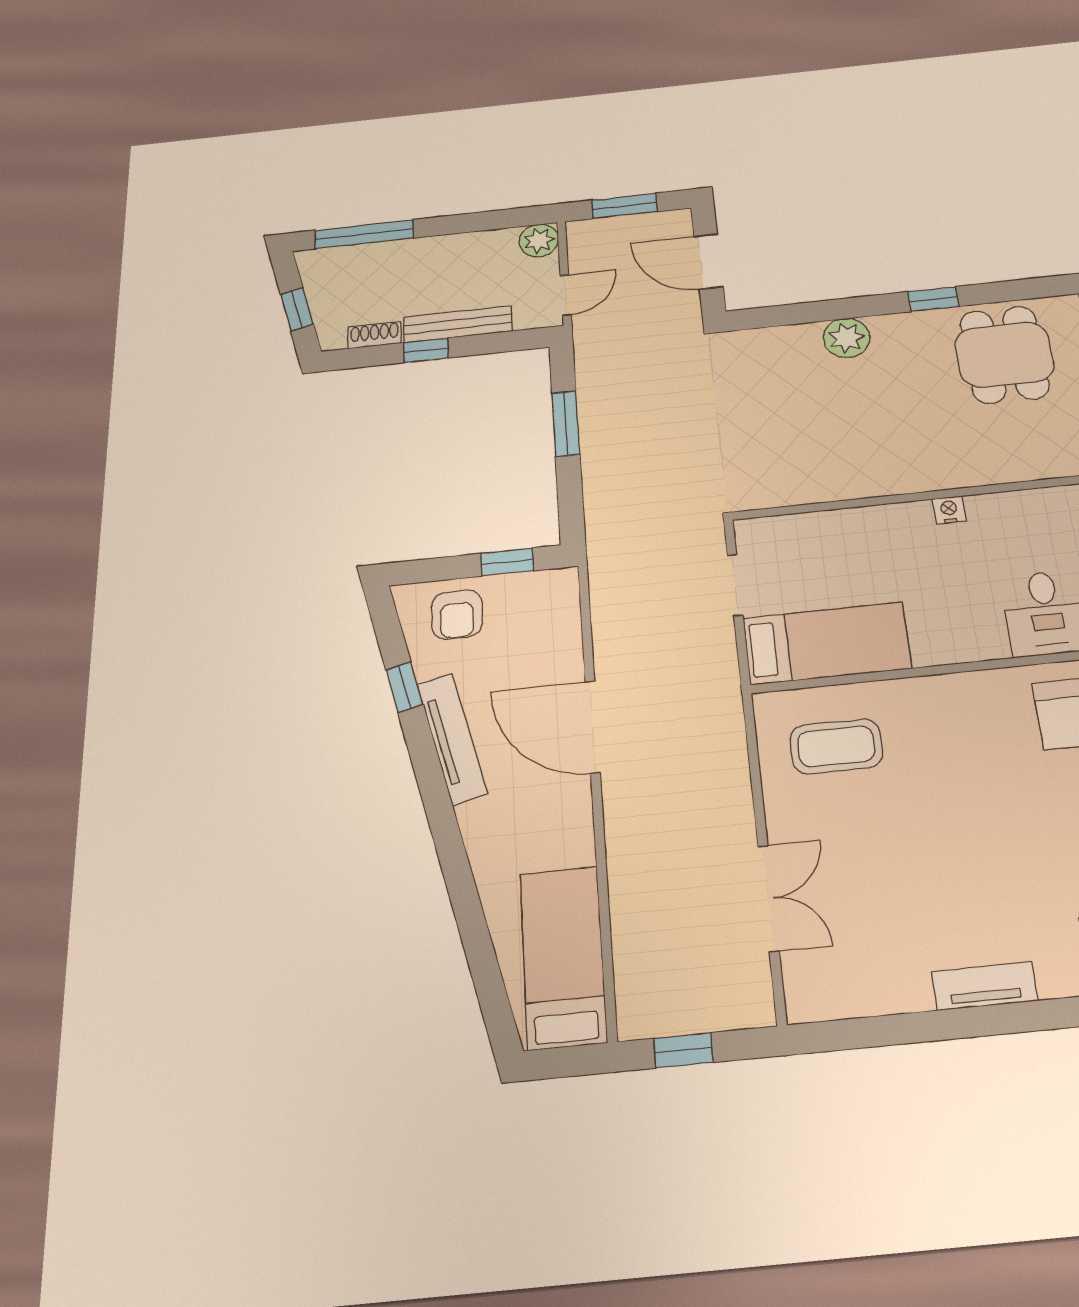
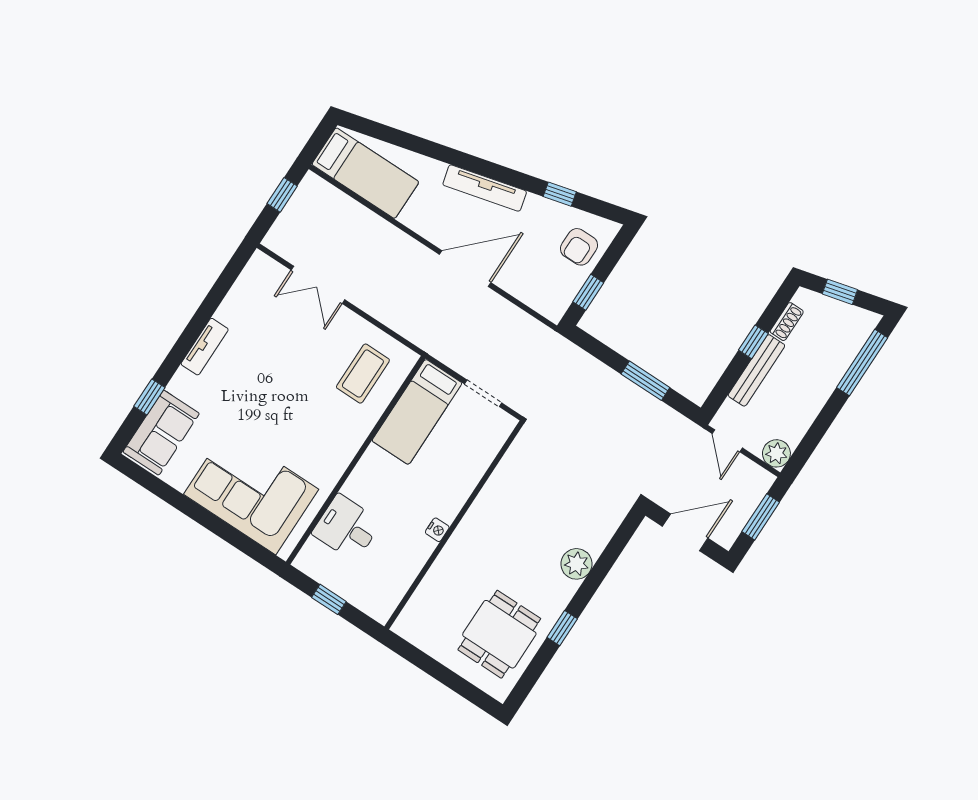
dining table: (1004, 355) -> (499, 634), turned 90
armchair: (457, 614) -> (579, 247), turned -90
tv unit: (452, 739) -> (485, 188), moved

